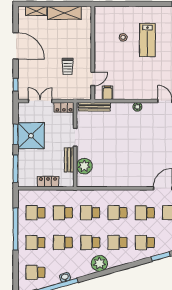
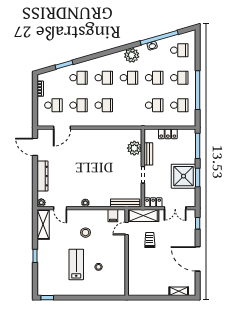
shelving: (64, 13) -> (143, 216), moved
stool: (137, 75) -> (85, 233), added
school desk: (90, 213) -> (129, 105), removed
plant: (99, 263) -> (132, 55), moved

